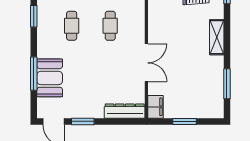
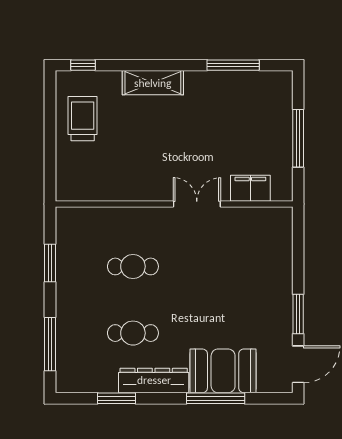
double door: (146, 63) -> (197, 204), width x0.73
filing cabinet: (156, 107) -> (250, 188), moved
dresser: (125, 111) -> (154, 380), moved, turned 90
window: (185, 121) -> (298, 138), width x1.44

